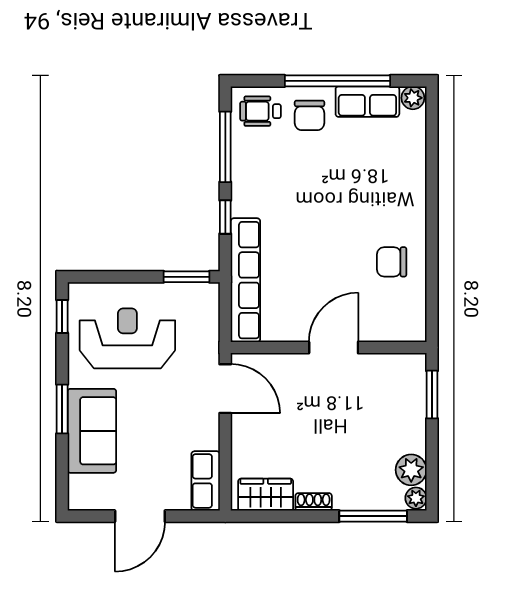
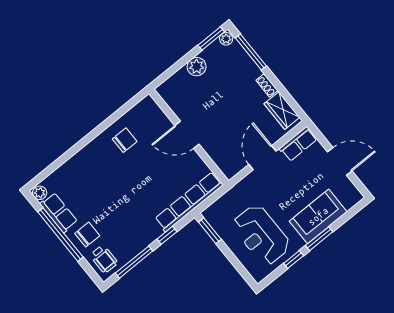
chair: (392, 262) -> (125, 140), turned -90
window: (62, 316) -> (294, 259), moved
door: (225, 389) -> (262, 158), moved
window: (432, 395) -> (211, 39), moved
plant: (411, 470) -> (197, 67), moved

